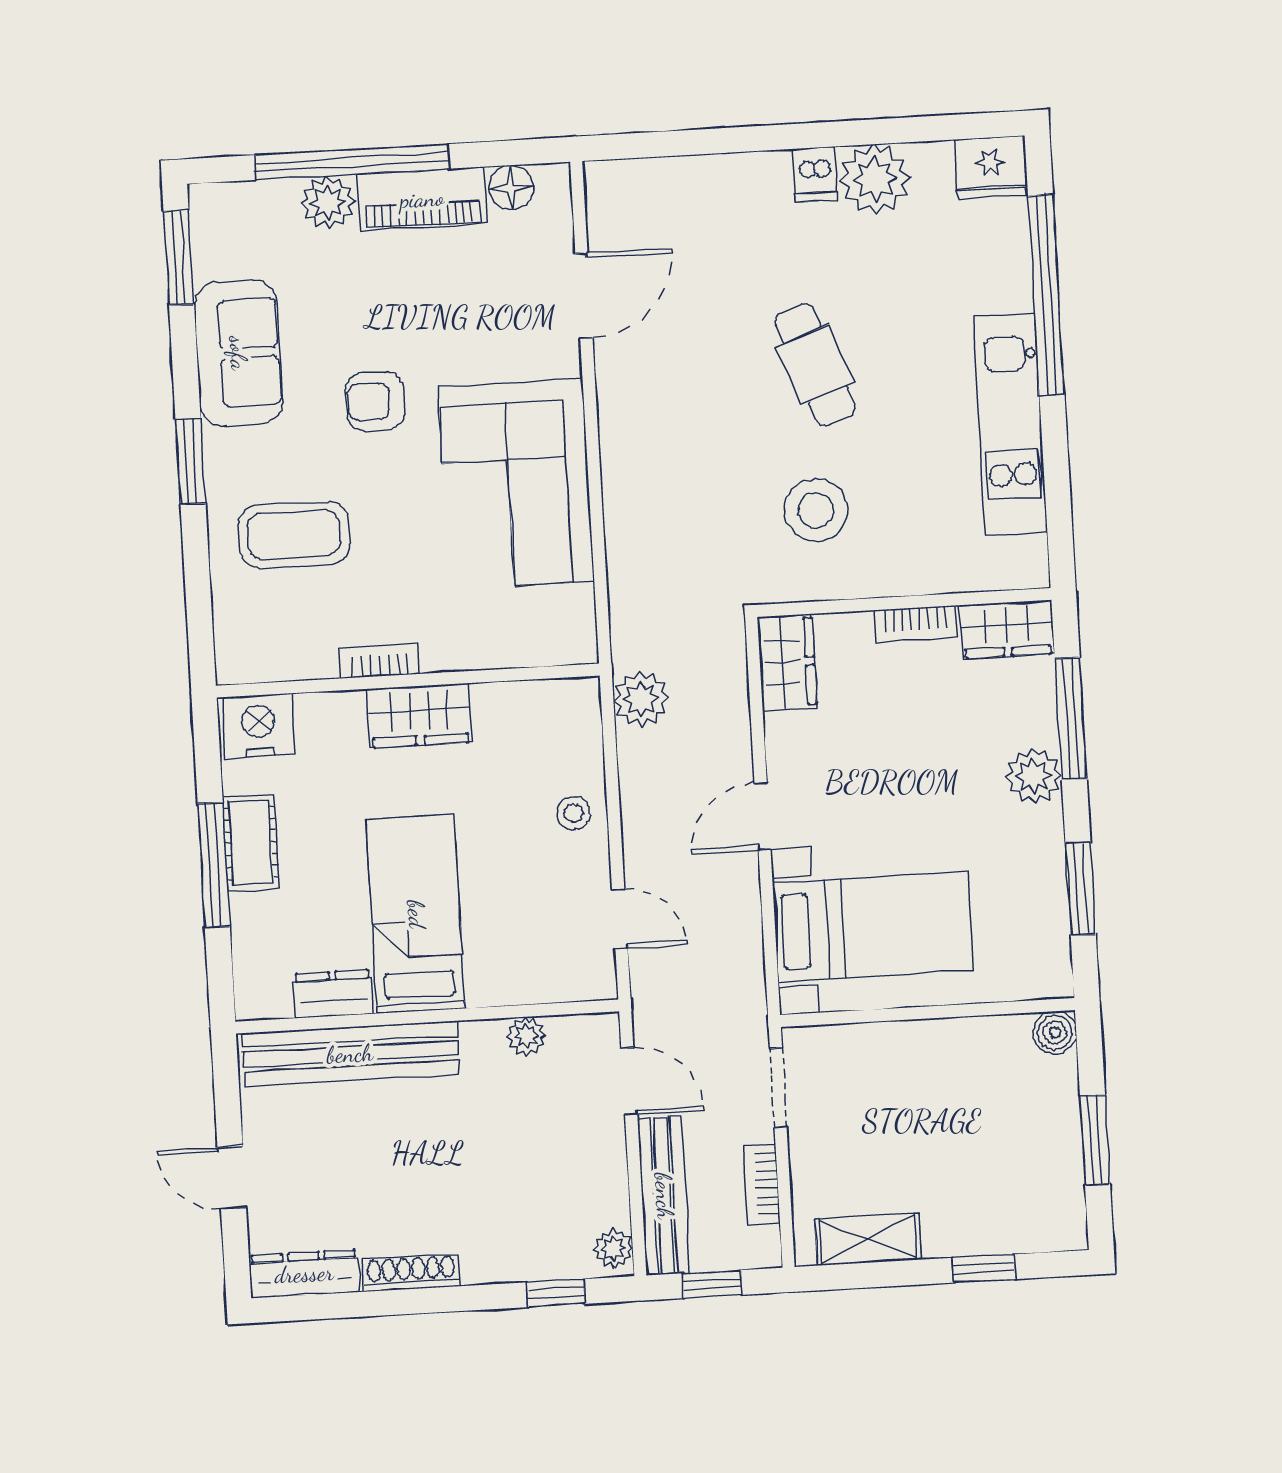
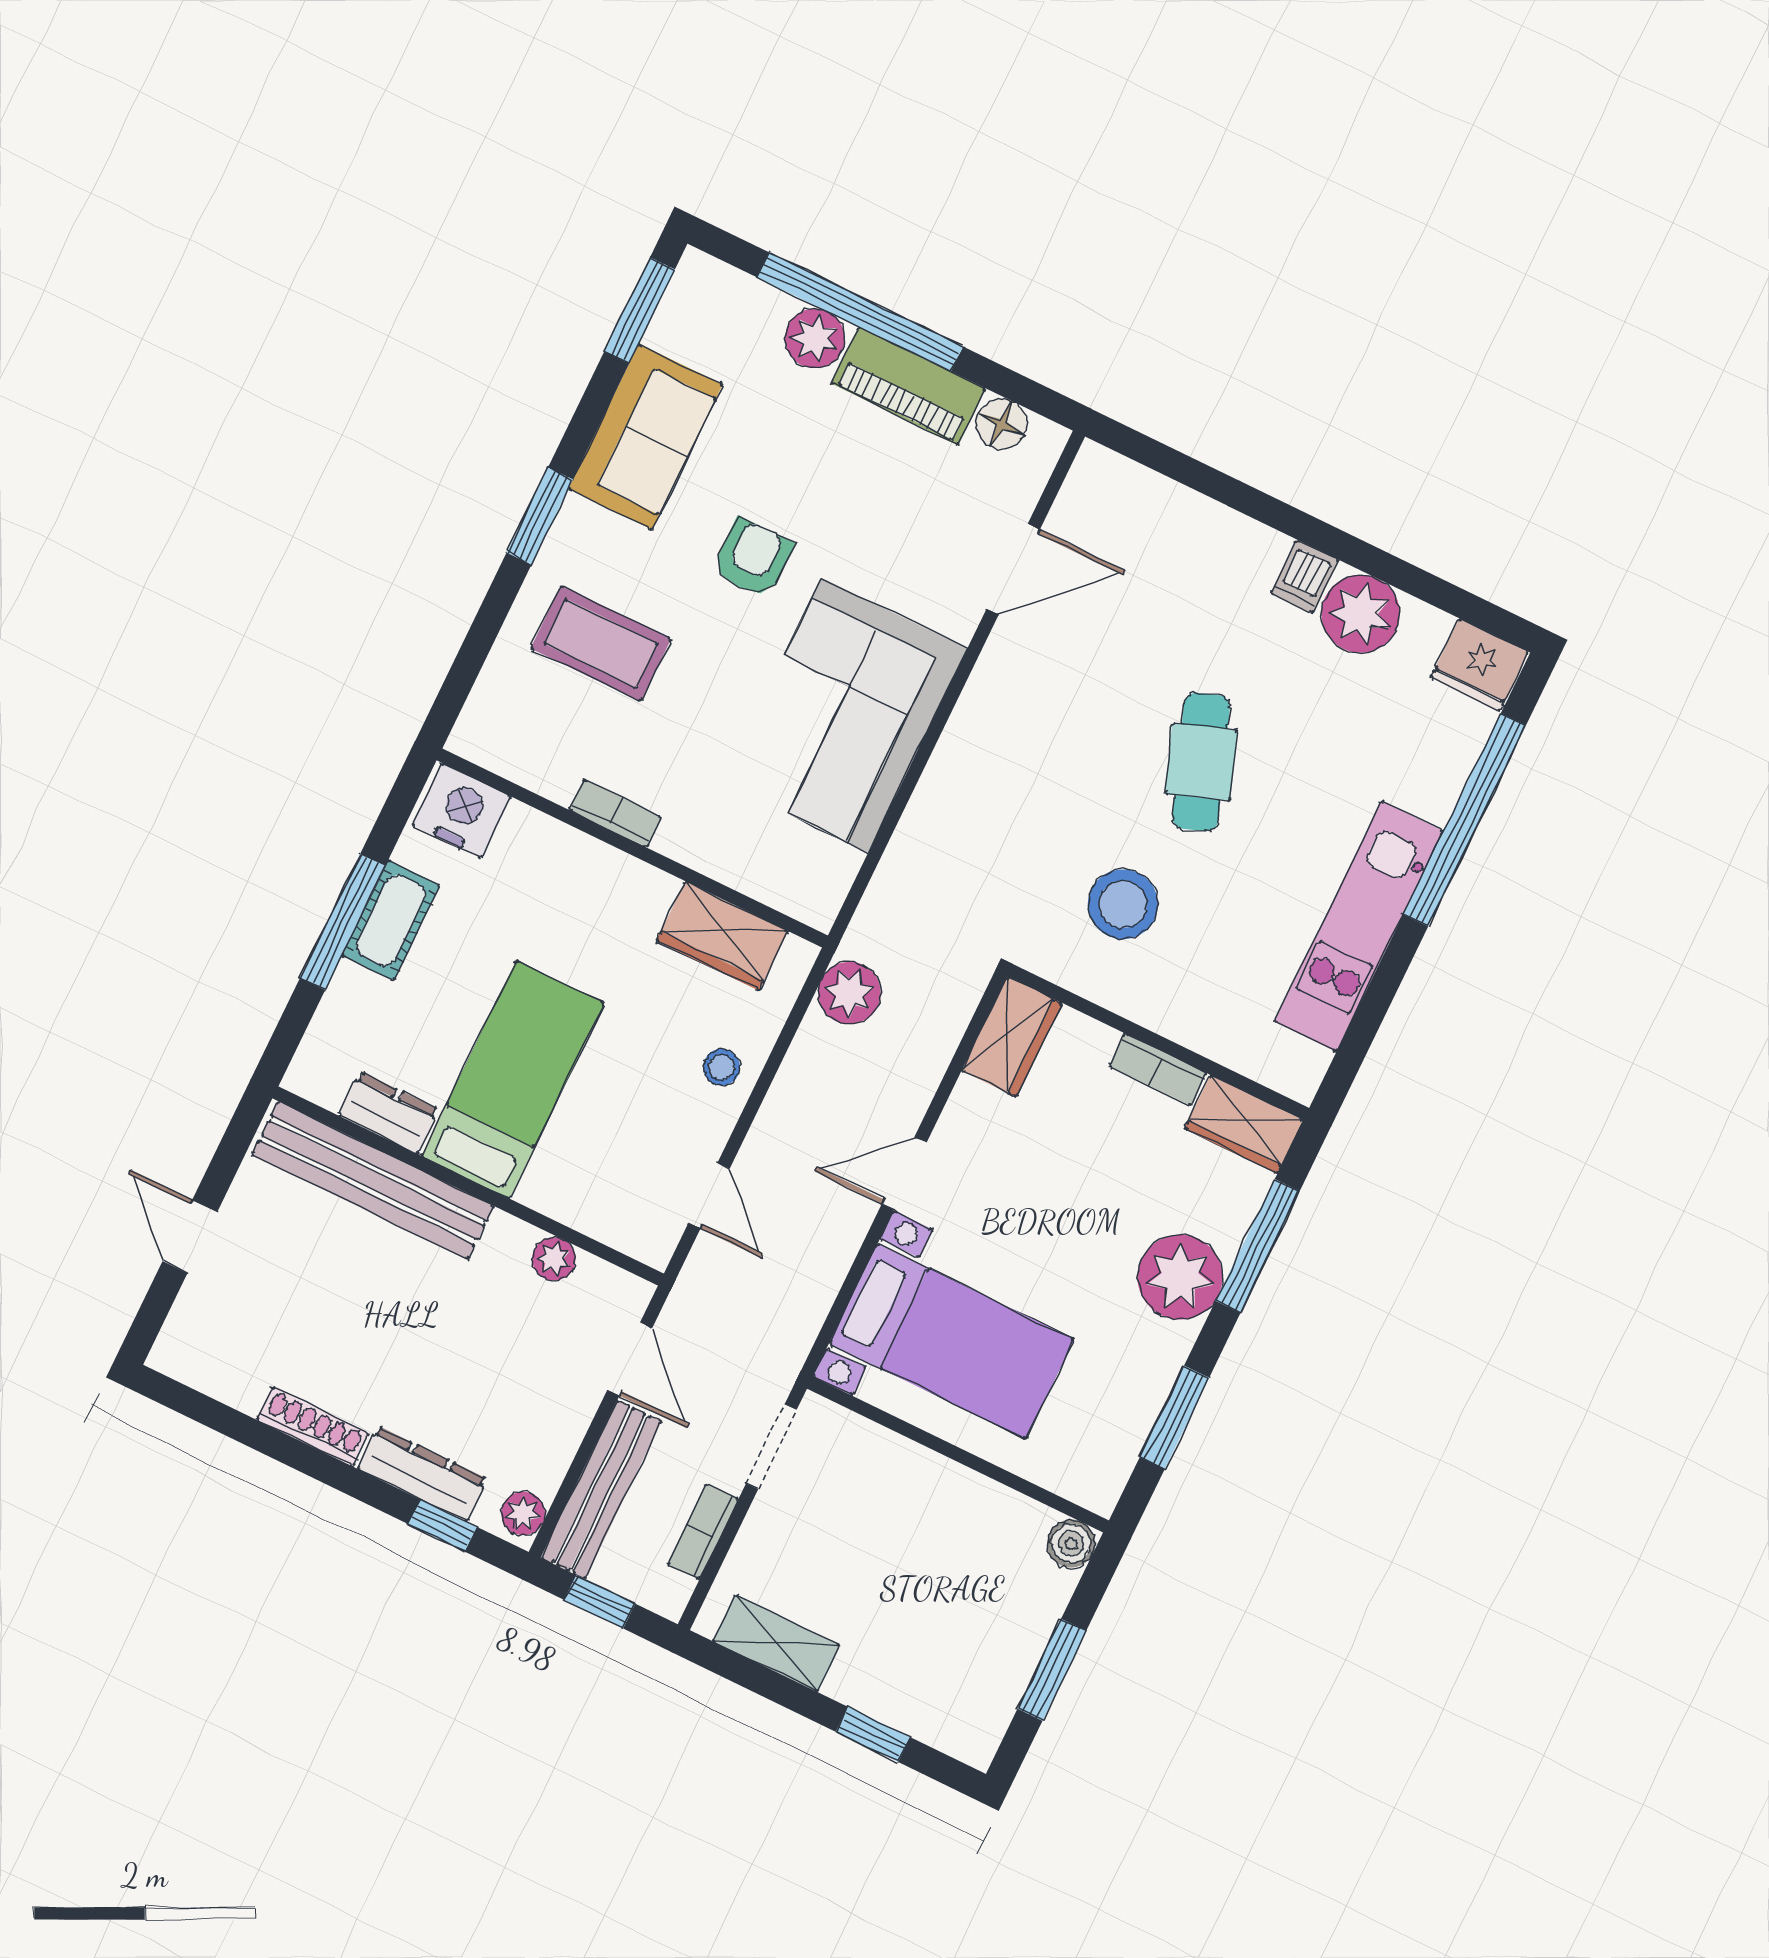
armchair: (375, 401) -> (753, 558), turned 90
wardrobe: (419, 716) -> (722, 936), moved
plant: (1034, 776) -> (1180, 1277), width x1.36, depth x1.36
dresser: (304, 1274) -> (422, 1474), moved

